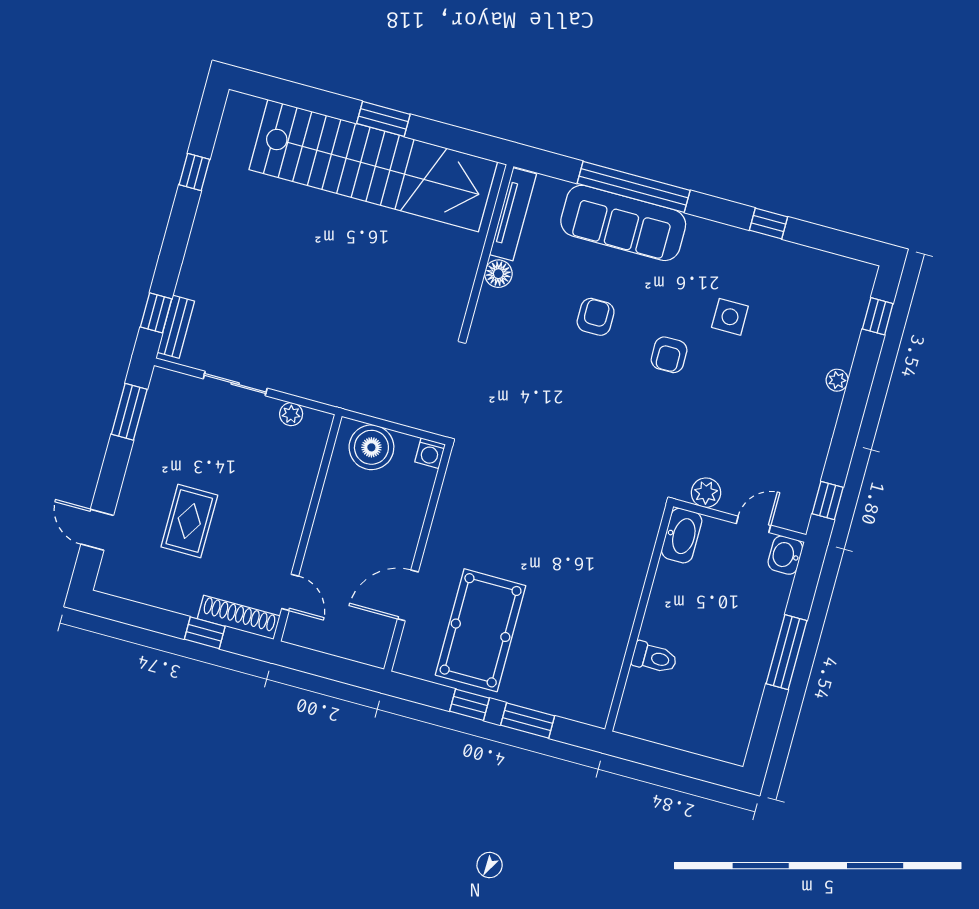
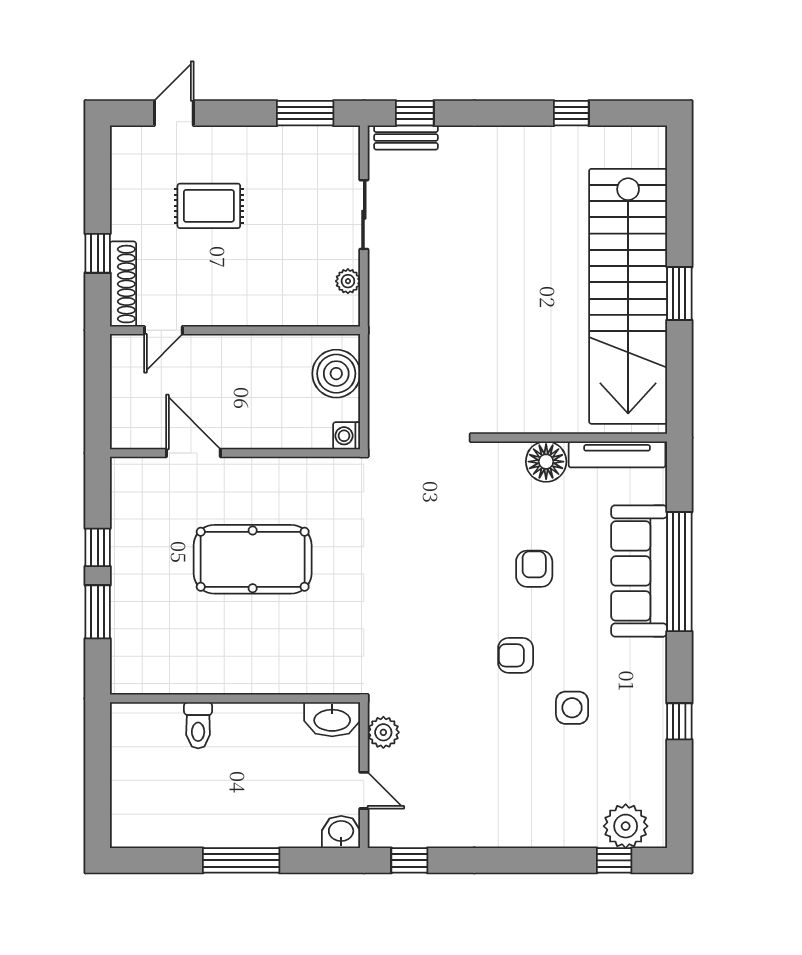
floor lamp: (498, 274) -> (546, 462), width x1.38, depth x1.38
armchair: (596, 317) -> (534, 569), turned -90
plant: (837, 380) -> (626, 826), moved, width x1.88, depth x1.88
pool table: (481, 630) -> (253, 559), moved

